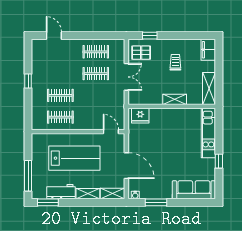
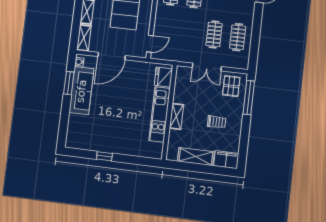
window: (150, 36) -> (249, 98), width x2.17
shelving: (209, 88) -> (196, 157), moved
kitchen unit: (208, 133) -> (160, 114), moved, turned -90
sofa: (194, 190) -> (81, 91), moved

